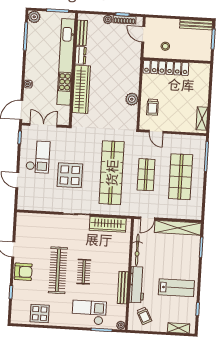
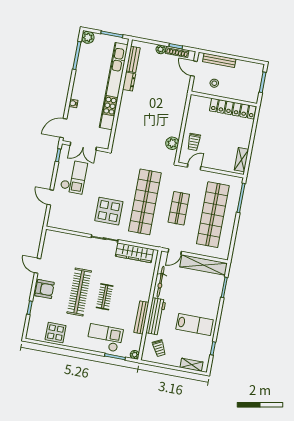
bench: (196, 25) -> (219, 60), moved
locker: (166, 68) -> (233, 109), moved
wardrobe: (81, 89) -> (125, 115), removed
plant: (132, 99) -> (172, 143), moved
double door: (43, 125) -> (83, 146), swing flipped
door: (156, 132) -> (194, 167), swing flipped
display table: (70, 175) -> (109, 211), moved
shop shelf: (181, 177) -> (213, 215), width x1.40

